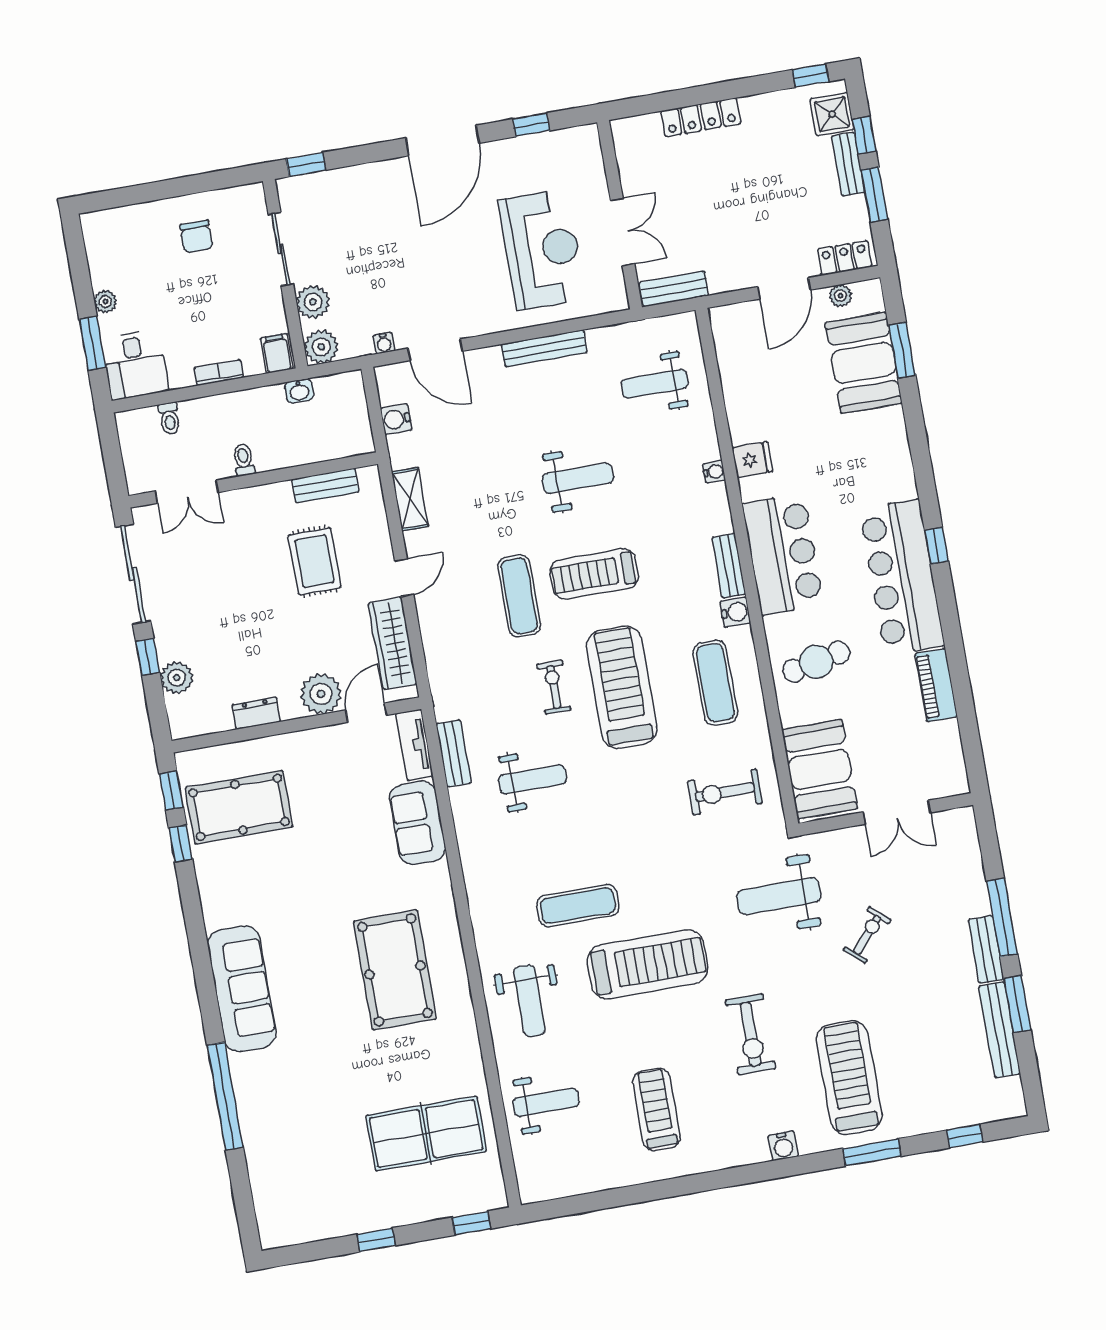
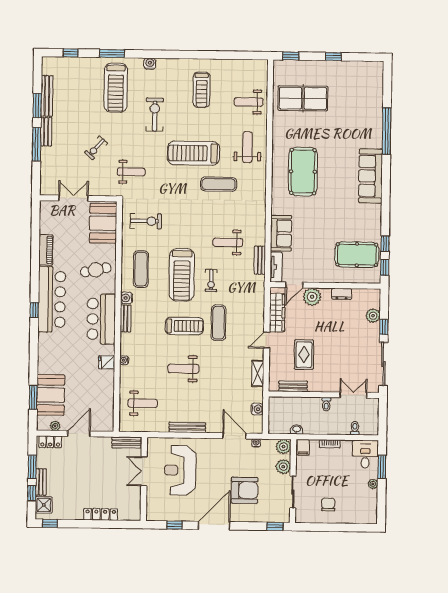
armchair: (390, 232) -> (245, 490), added
weight bench: (779, 896) -> (131, 172), width x0.73, depth x0.75

